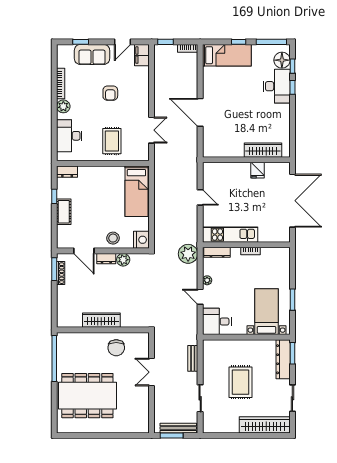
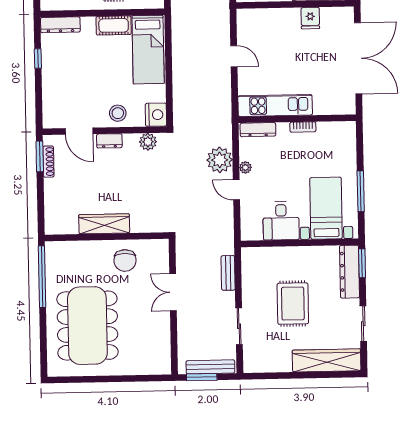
dresser: (67, 172) -> (60, 25), width x1.44
cot: (64, 212) -> (114, 25), moved, turned 90
plant: (188, 254) -> (220, 160), moved
plant: (123, 260) -> (148, 142), moved
window: (292, 300) -> (361, 191), width x1.44
desk: (217, 321) -> (281, 221), moved, turned -90
dining table: (87, 396) -> (87, 326), turned 90

